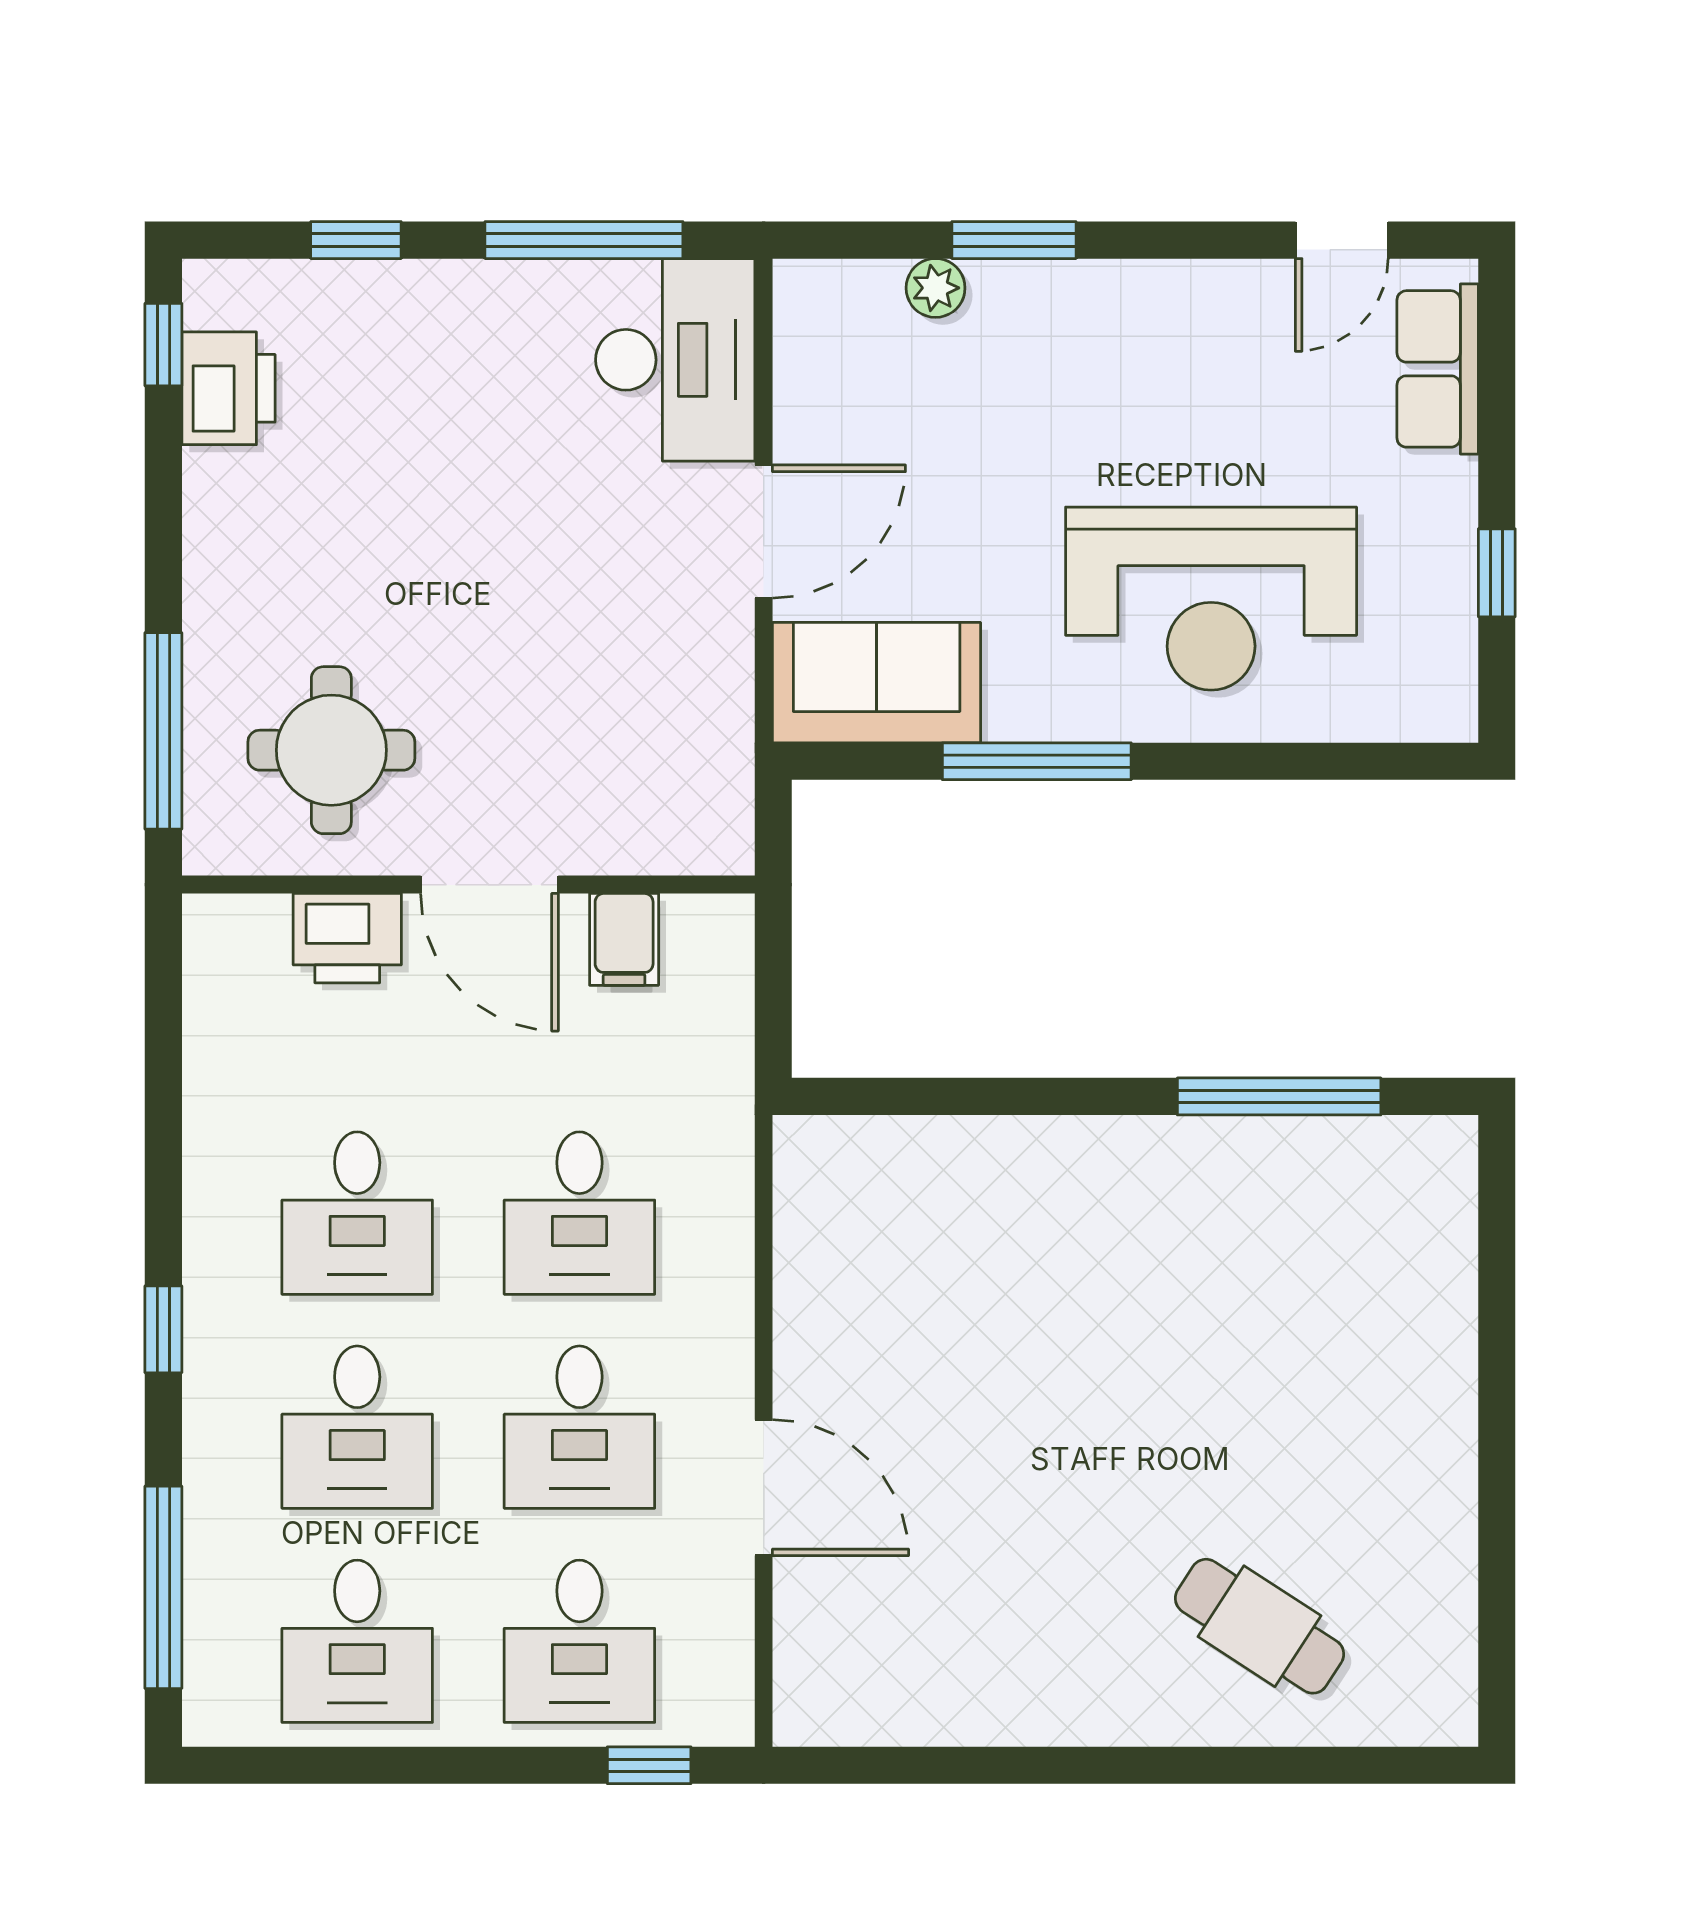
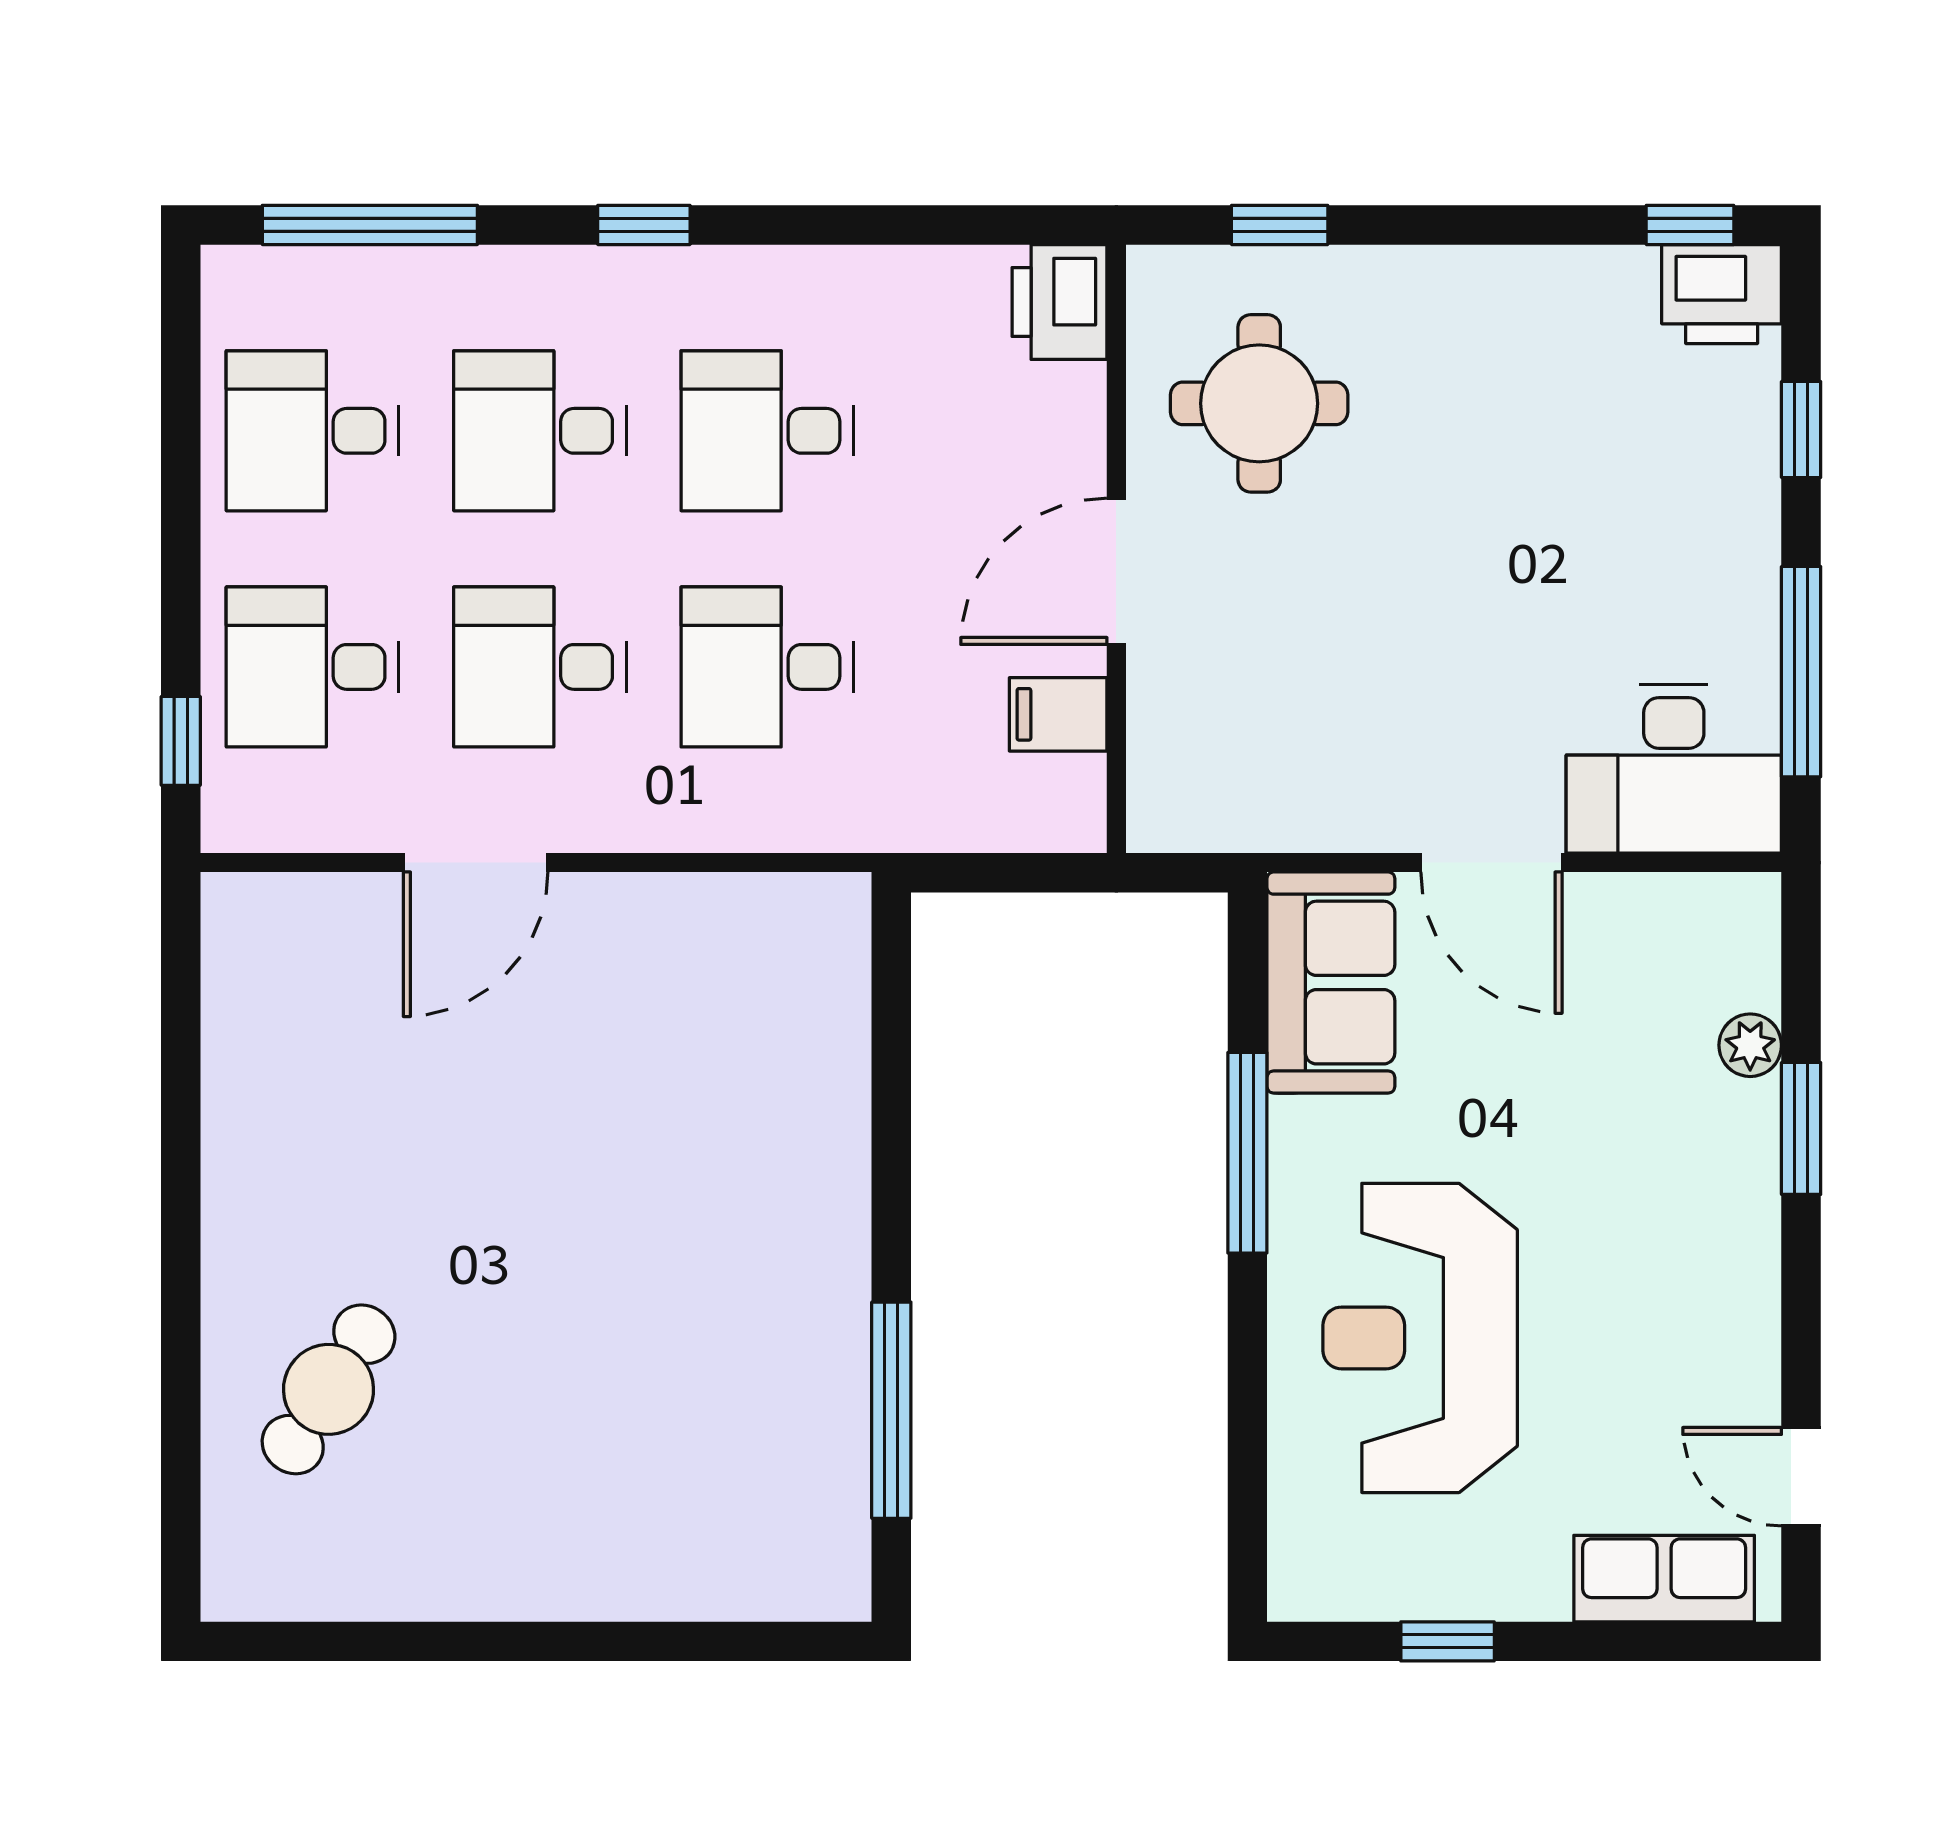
printer: (228, 388) -> (1722, 294), moved
window: (163, 731) -> (1280, 225), width x0.46
printer: (347, 938) -> (1060, 302), moved

